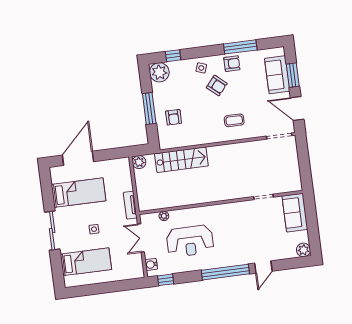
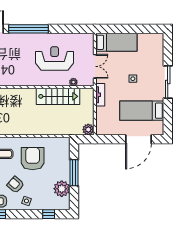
plant: (159, 72) -> (62, 189), moved
armchair: (174, 117) -> (33, 159), moved, width x1.88, depth x1.88
stairs: (181, 160) -> (58, 96), moved, turned 180
bed: (86, 262) -> (116, 42), moved, turned 180
water cooler: (151, 264) -> (89, 43), removed
window: (166, 280) -> (79, 29), removed

